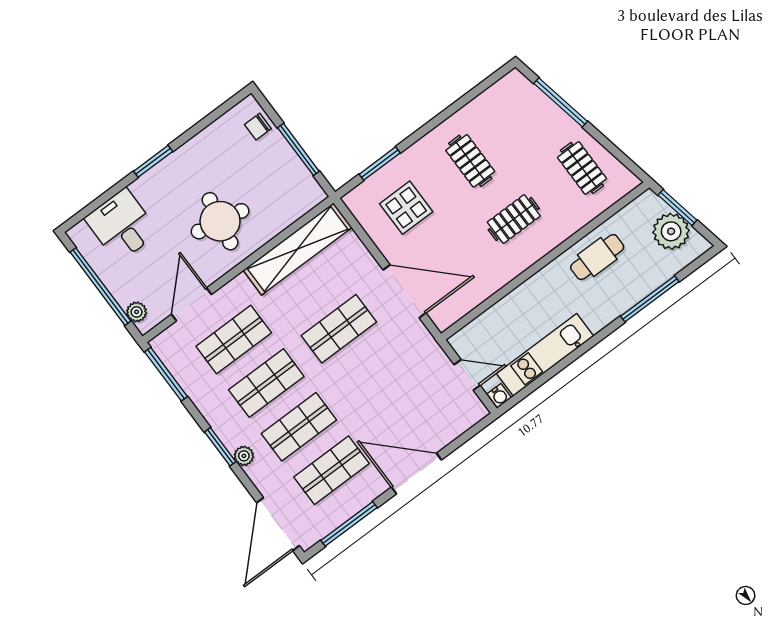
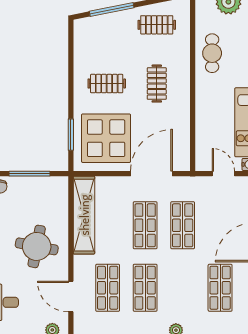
display table: (406, 208) -> (106, 138), width x1.86, depth x1.86
door: (467, 375) -> (223, 174), hinge flipped
shop shelf: (299, 427) -> (183, 225), moved

